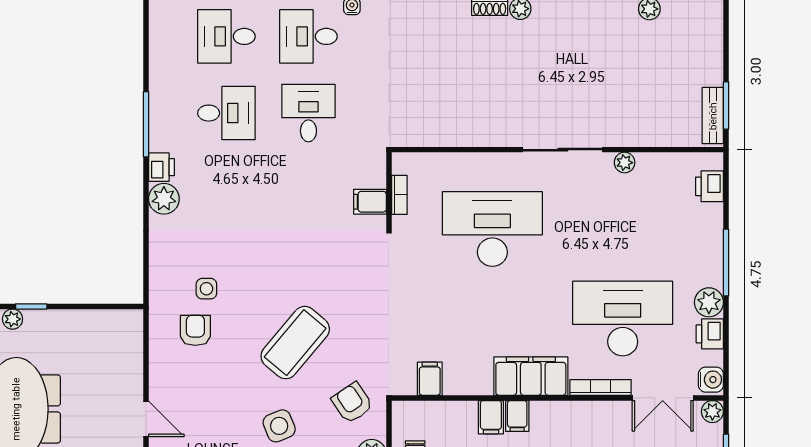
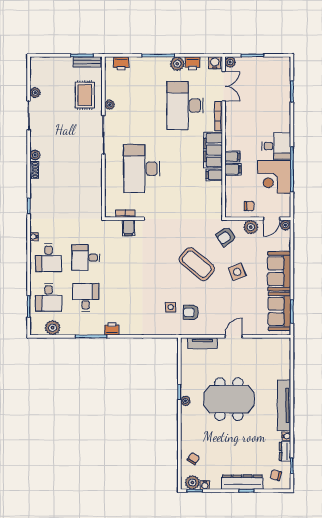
rug: (644, 111) -> (85, 95), added
plant: (164, 199) -> (53, 328), moved
tv unit: (132, 354) -> (203, 343), added
filing cabinet: (430, 379) -> (214, 175), moved

